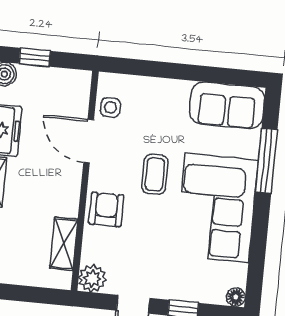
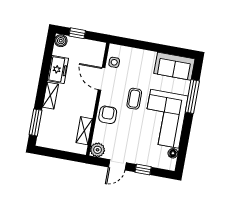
floor lamp: (236, 297) -> (173, 153), moved

